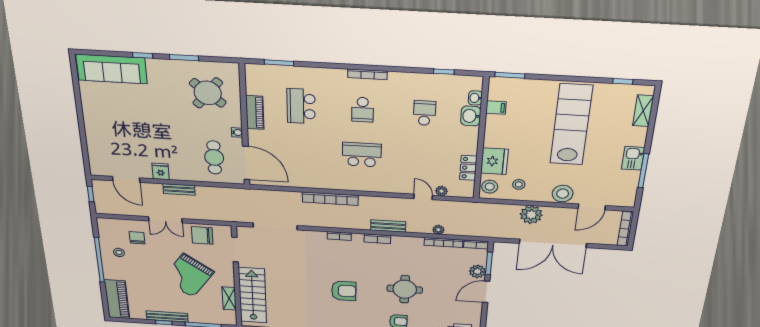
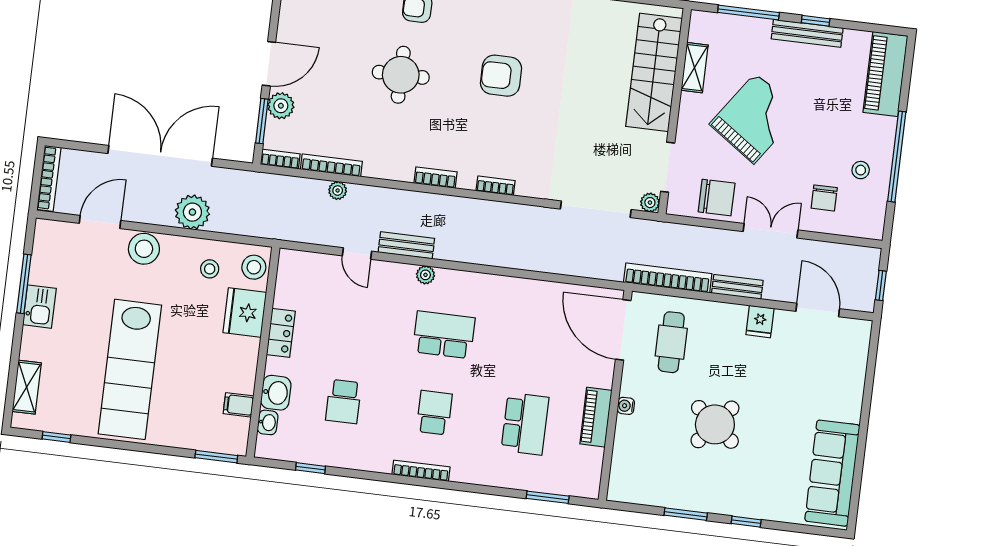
sofa: (112, 69) -> (832, 473), moved, turned -90
round table: (208, 93) -> (715, 424), moved
water cooler: (237, 132) -> (626, 406), moved
school desk: (362, 155) -> (444, 335), turned 180
locker: (468, 168) -> (281, 333), moved
plant: (441, 191) -> (425, 275), moved
bookcase: (330, 199) -> (668, 278), moved
bench: (388, 226) -> (406, 245), moved
plant: (242, 231) -> (650, 203), added

